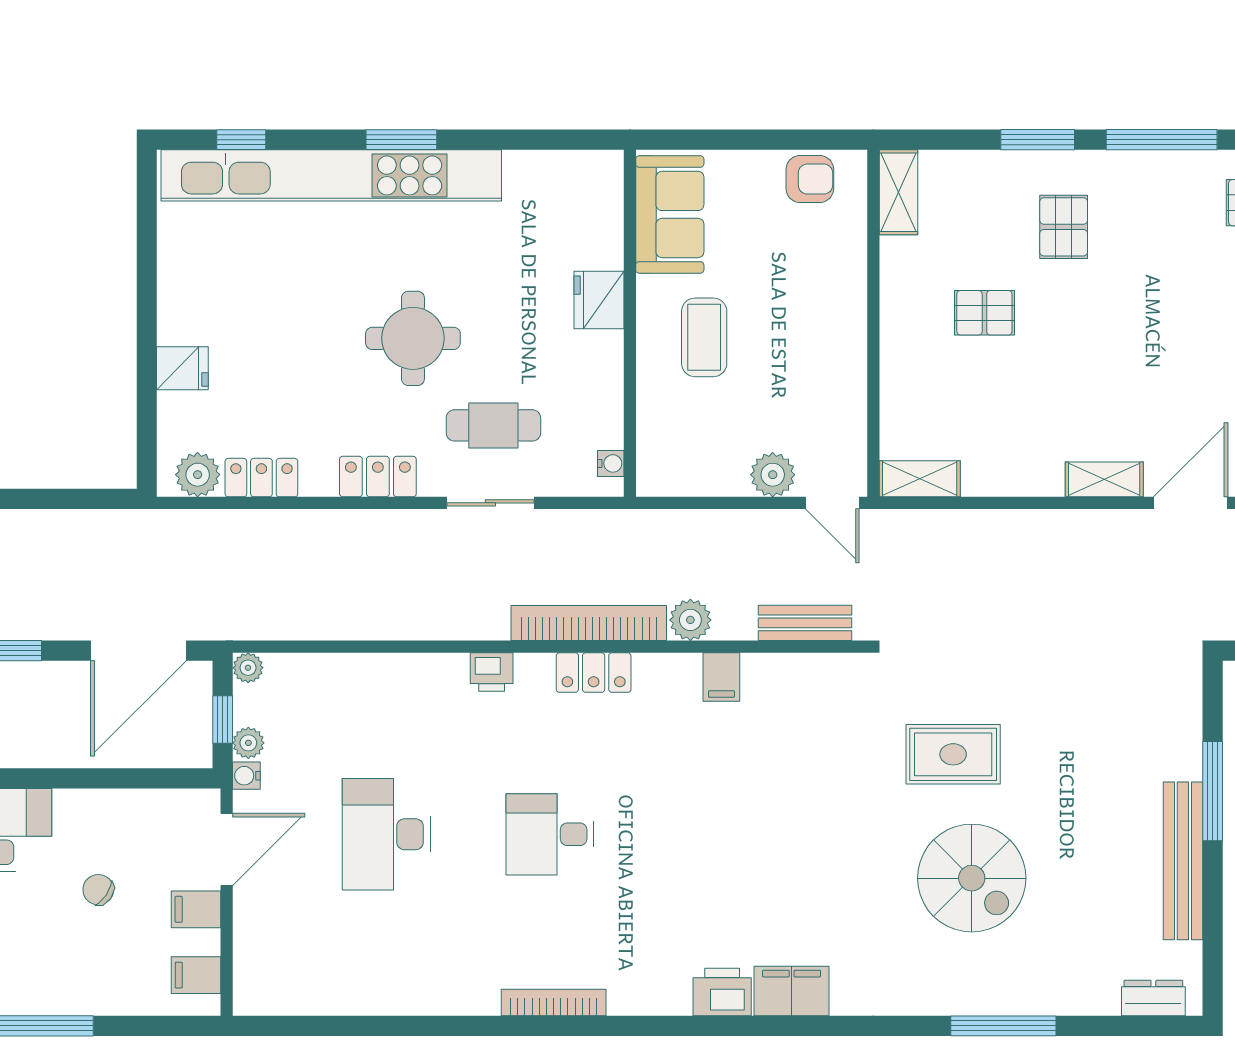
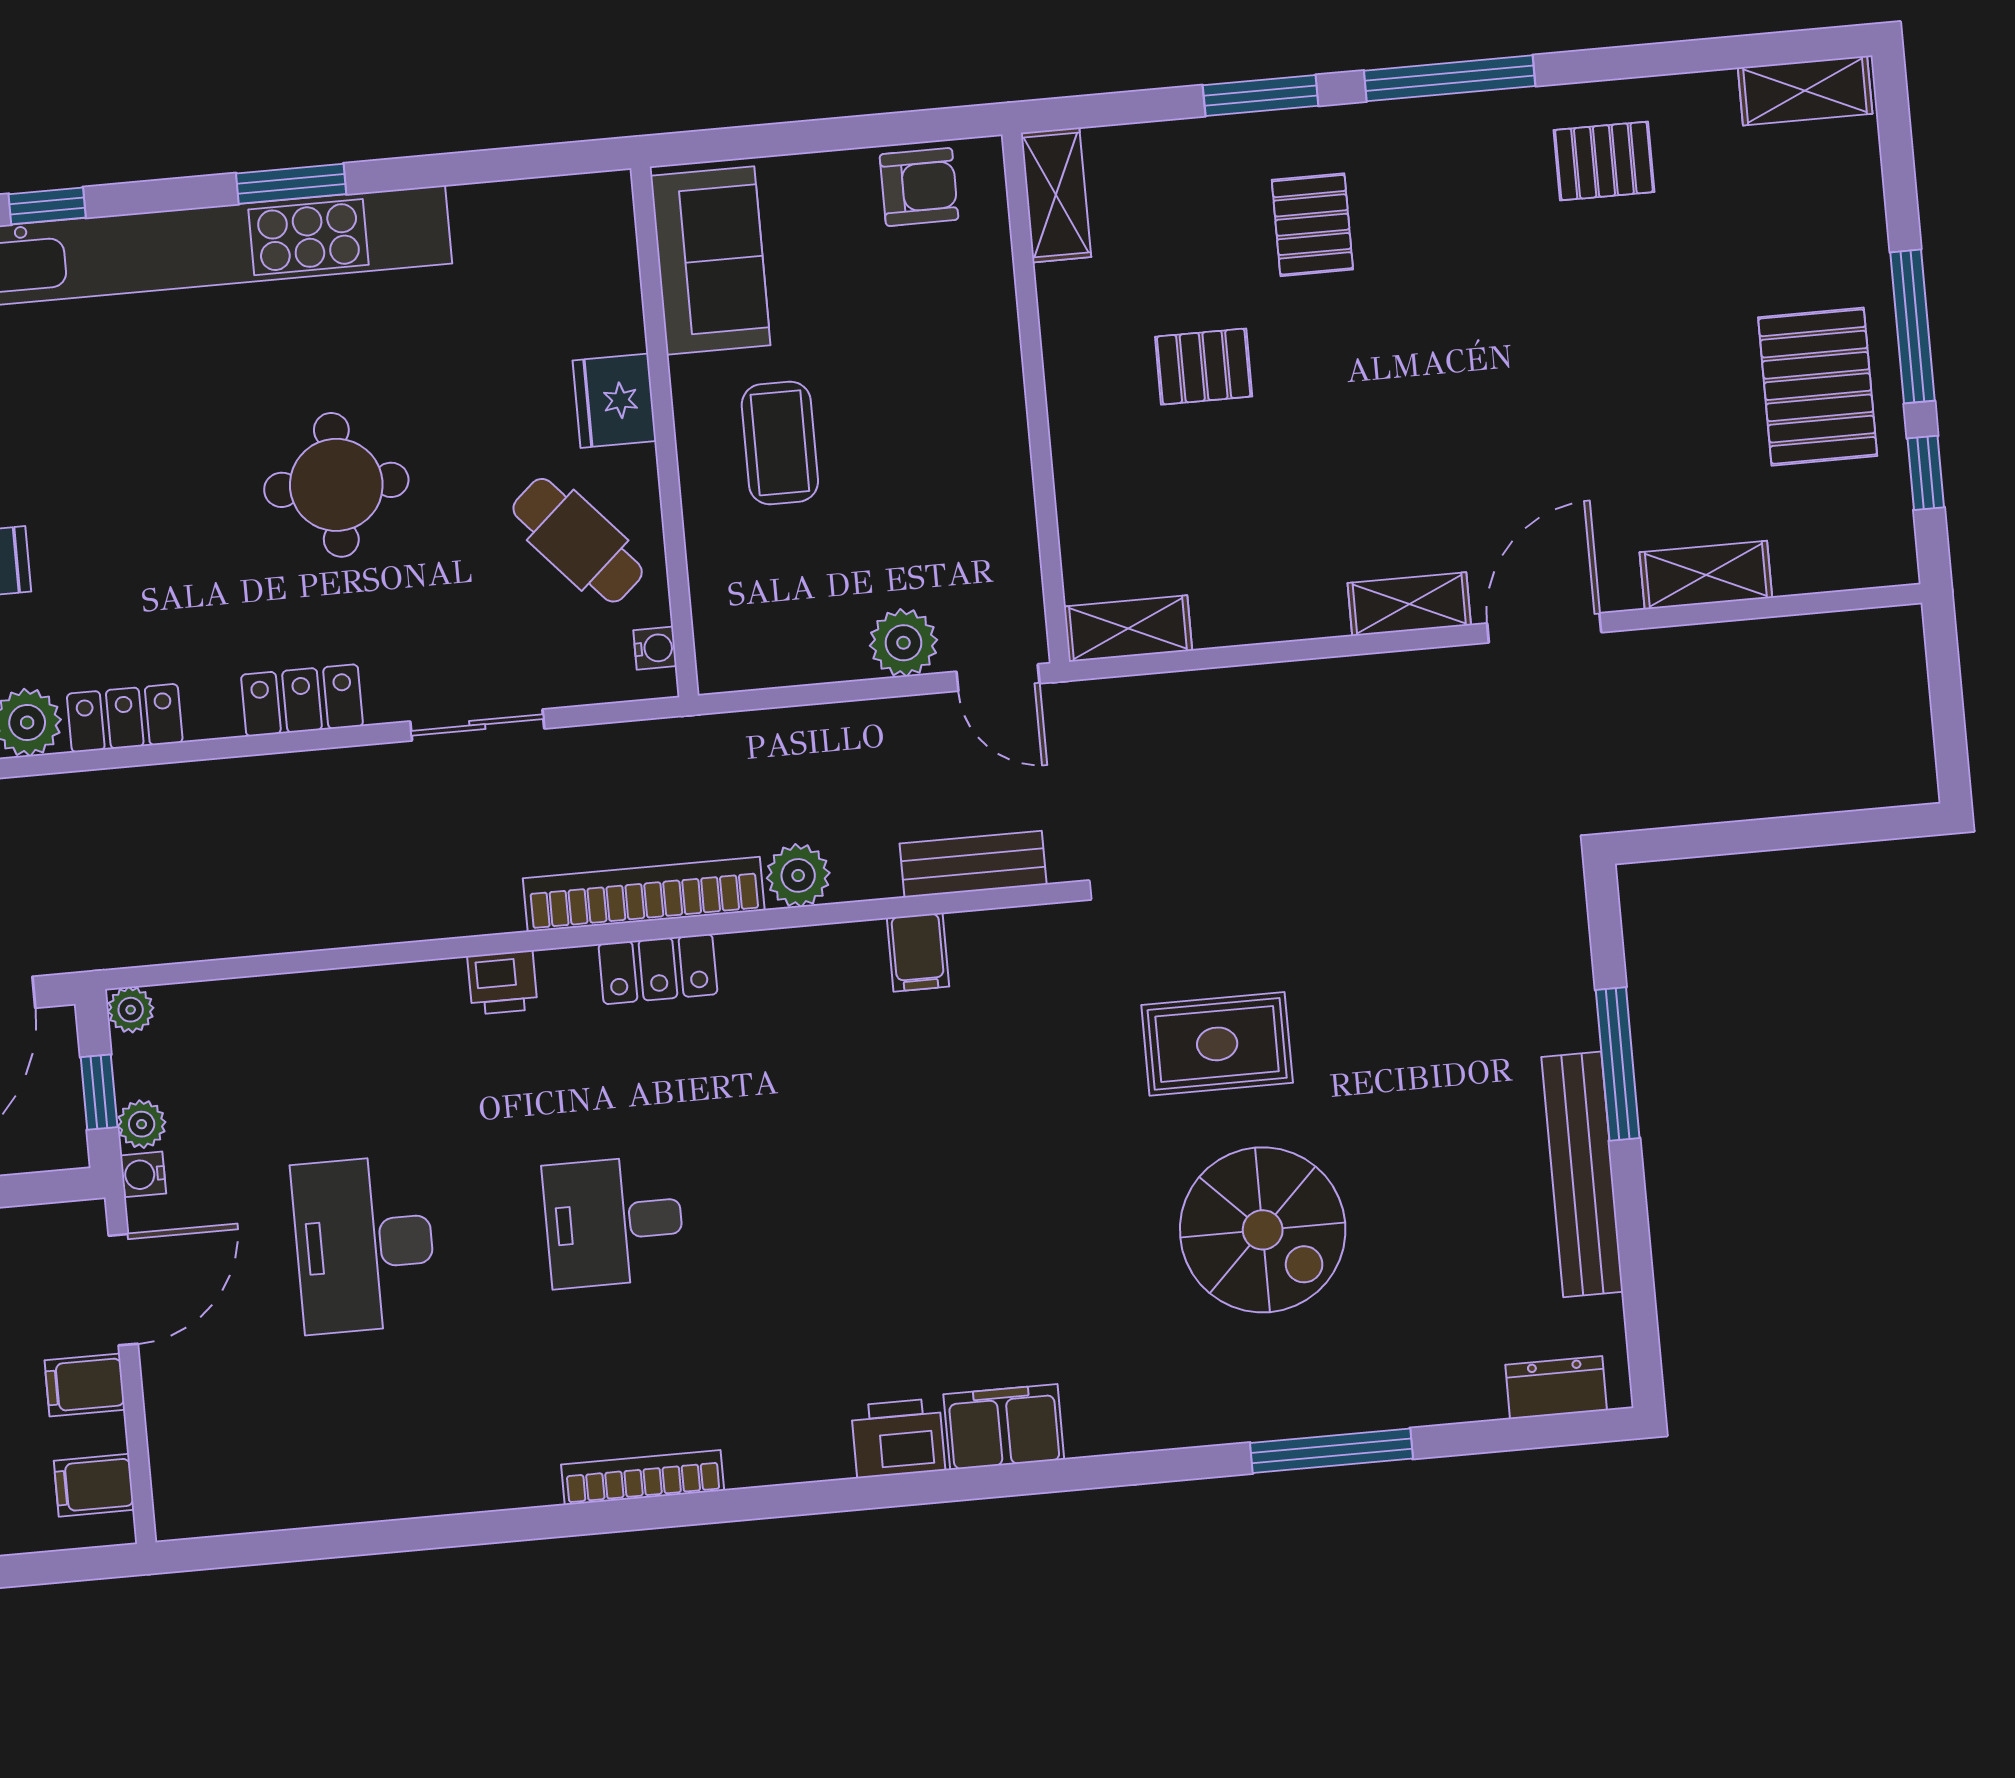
cafe table: (493, 425) -> (578, 540), moved, turned 48
filing cabinet: (721, 677) -> (918, 952), moved

